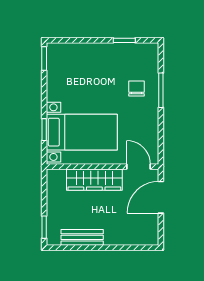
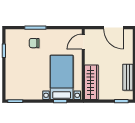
wardrobe: (94, 180) -> (91, 82), moved
door: (161, 197) -> (114, 28), moved

